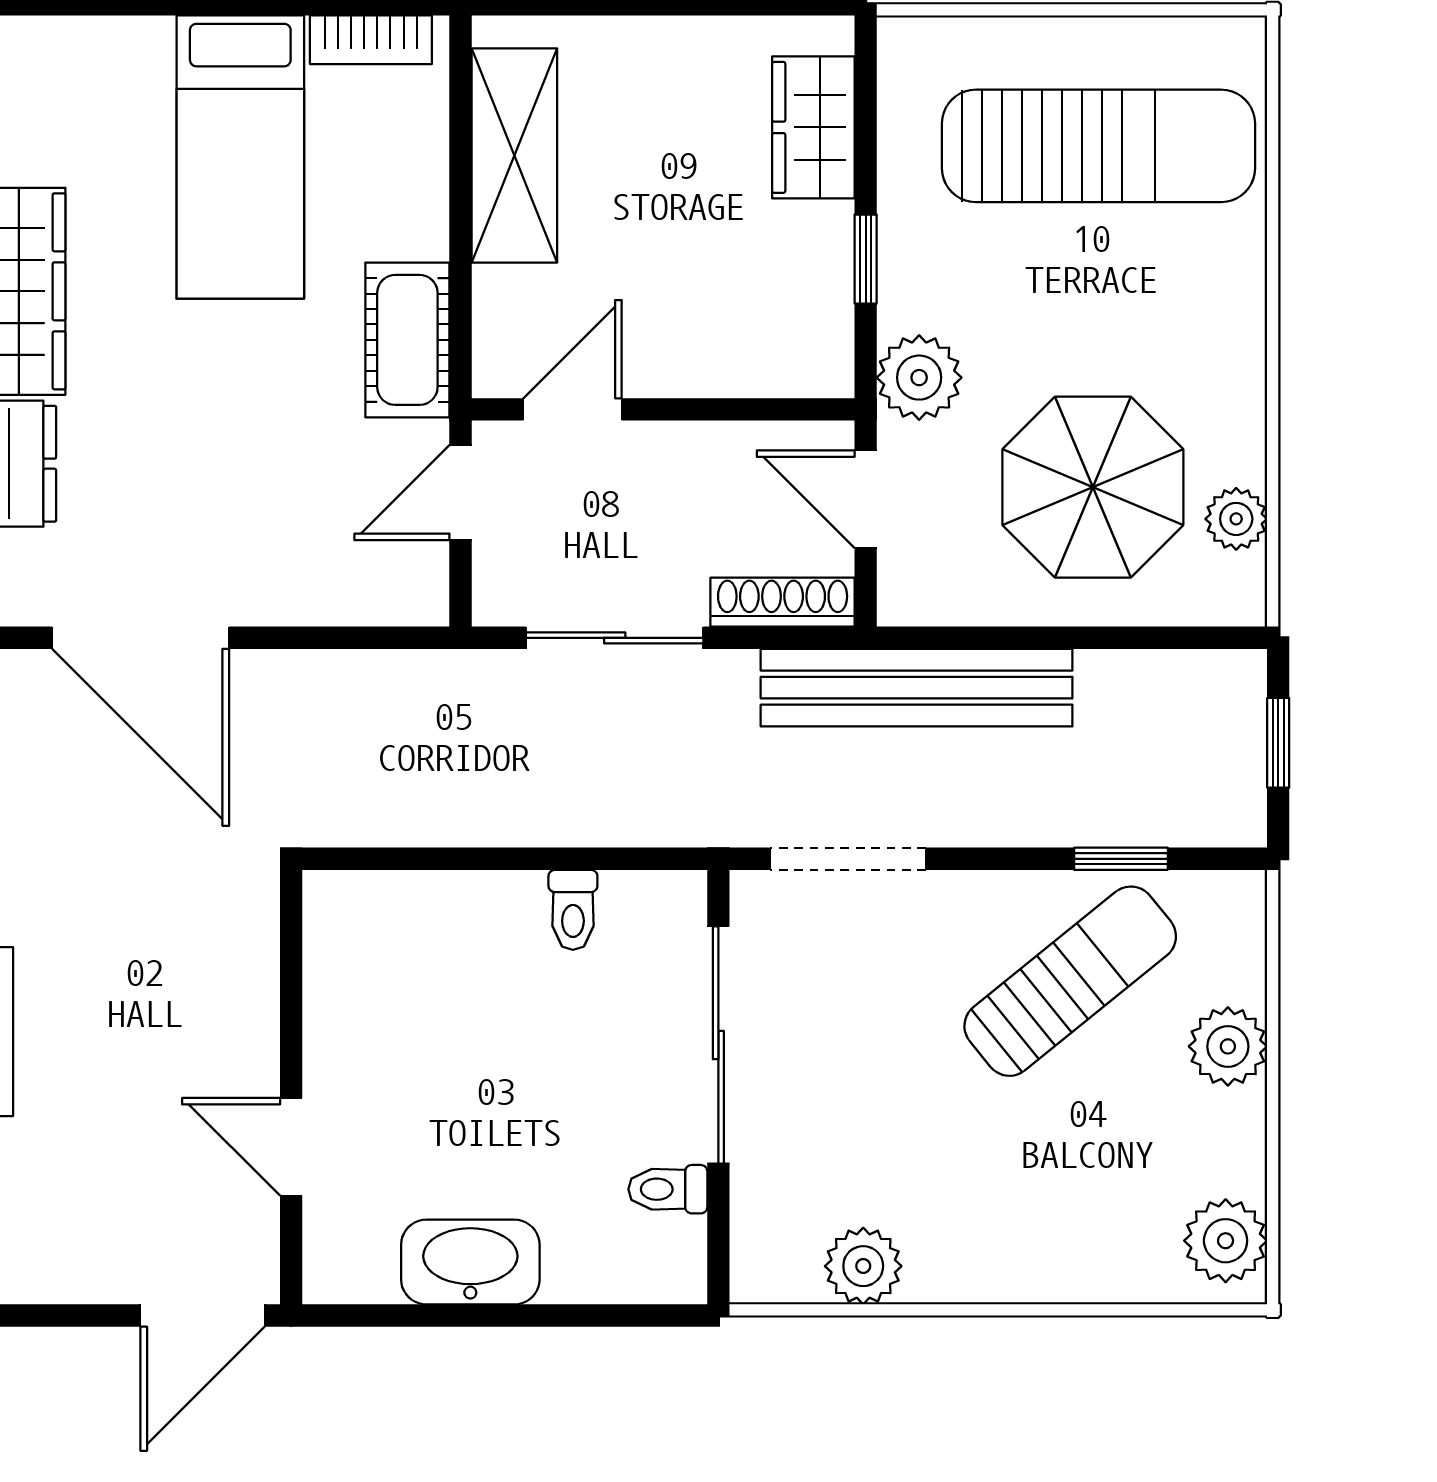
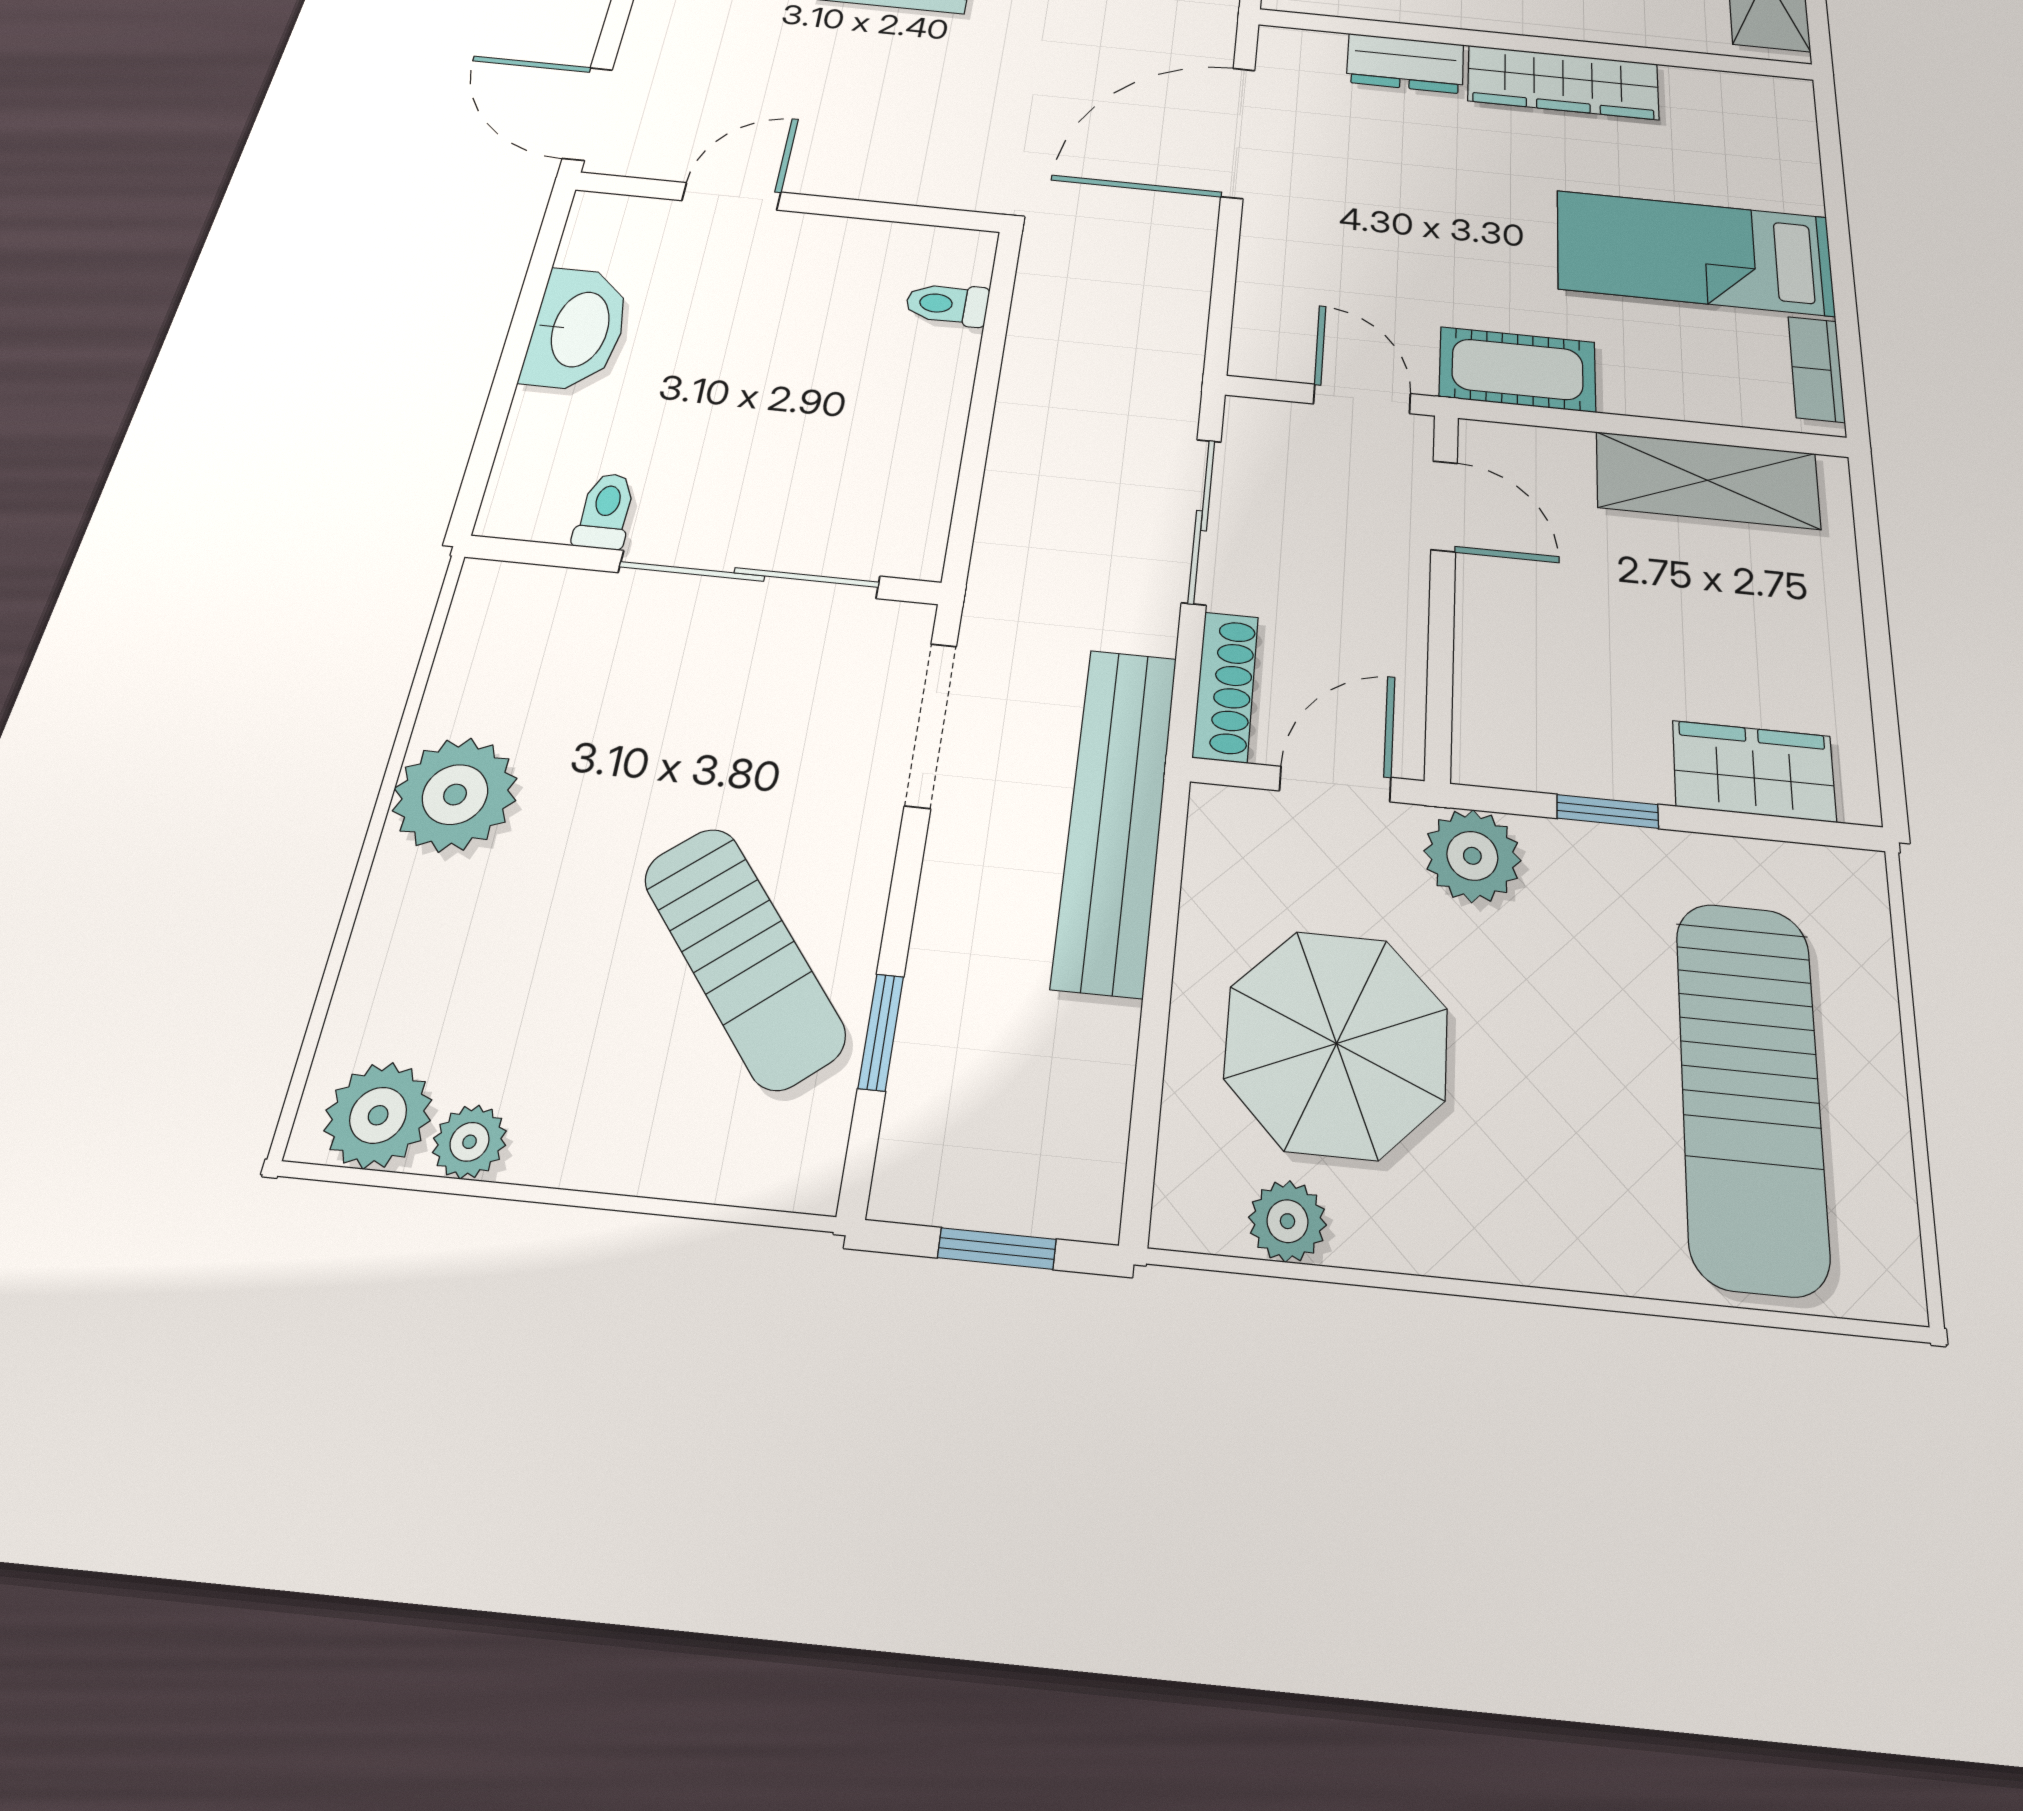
toilet: (573, 910) -> (947, 304), moved
plant: (1228, 1046) -> (470, 1142), moved, width x0.73, depth x0.73
plant: (863, 1266) -> (455, 795), moved, width x1.36, depth x1.36

